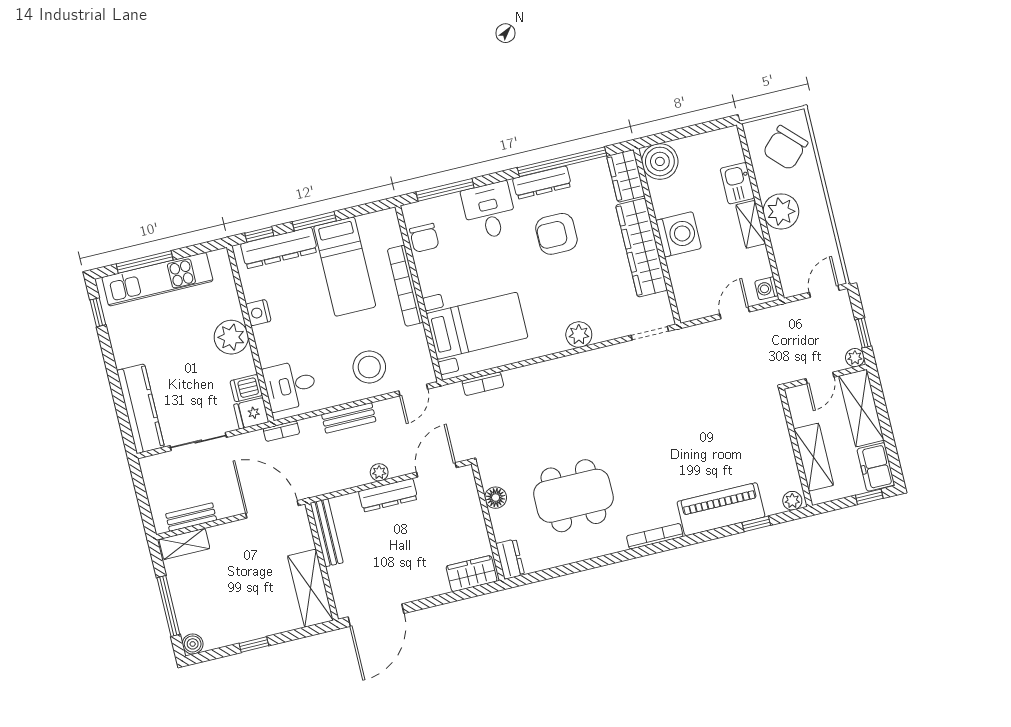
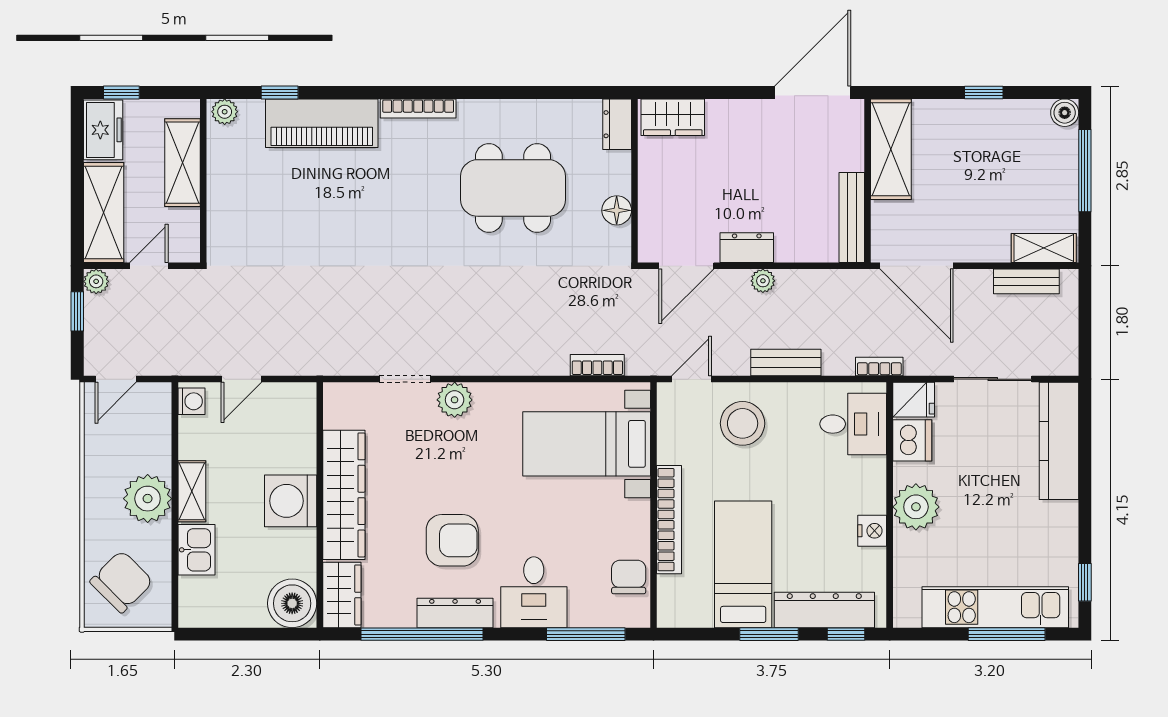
doorway: (650, 333) -> (405, 379), moved
dishwasher: (246, 388) -> (912, 440), width x1.38
dresser: (388, 495) -> (747, 248), width x0.70

